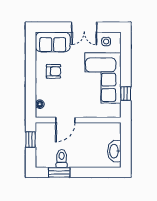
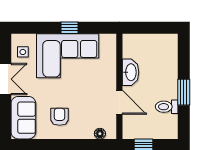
window: (126, 94) -> (69, 28), moved
washbasin: (114, 151) -> (130, 72), moved, turned -90
window: (59, 172) -> (184, 92), moved

